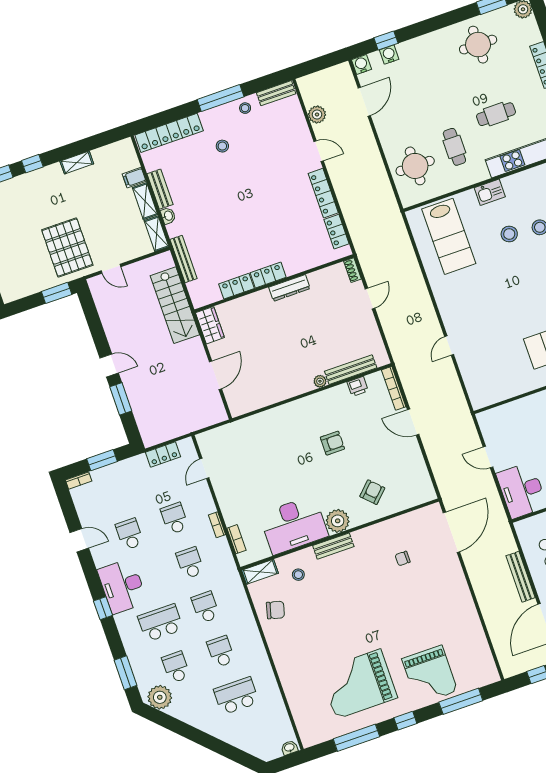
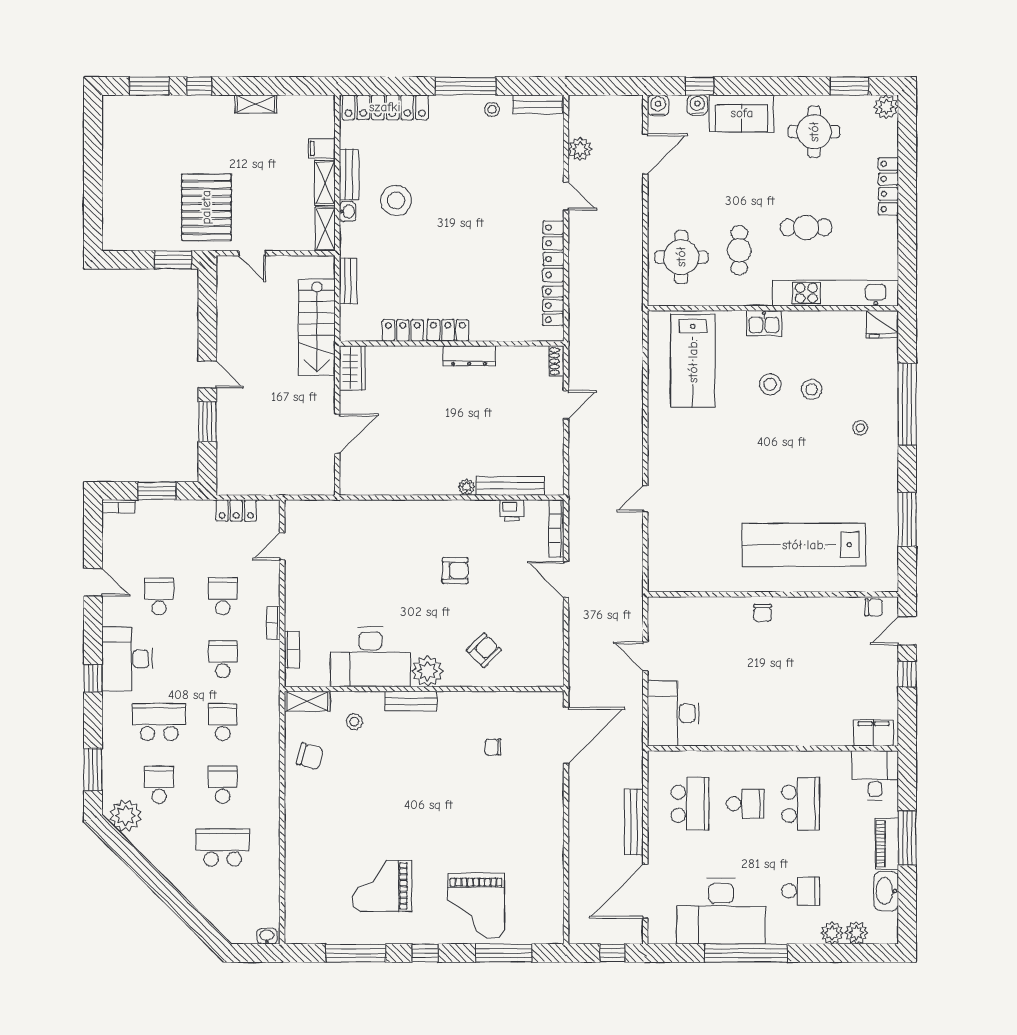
sofa: (422, 50) -> (742, 113), added
stool: (222, 146) -> (396, 200), moved, width x1.89, depth x1.89
bench: (184, 259) -> (348, 281), width x0.73
grand piano: (358, 684) -> (382, 886), width x0.73, depth x0.68

